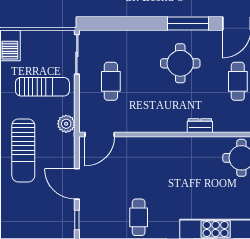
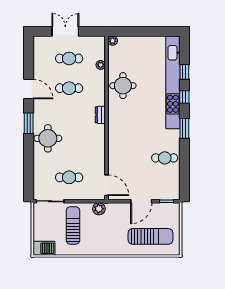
window: (188, 24) -> (29, 123), width x0.69
round table: (180, 63) -> (48, 138), moved
sun lounger: (23, 150) -> (151, 236), moved

